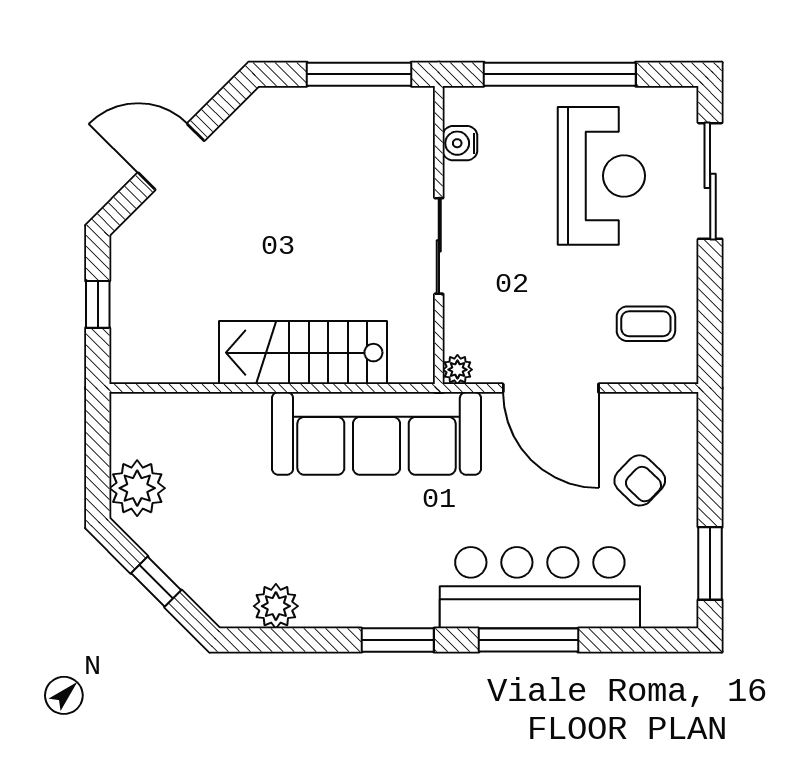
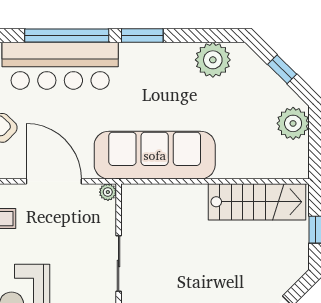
stairs: (303, 353) -> (257, 202), moved
plant: (276, 606) -> (213, 60), width x1.36, depth x1.36
window: (528, 640) -> (67, 36), width x1.46

